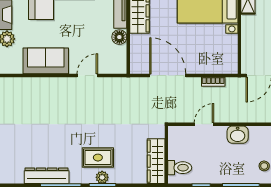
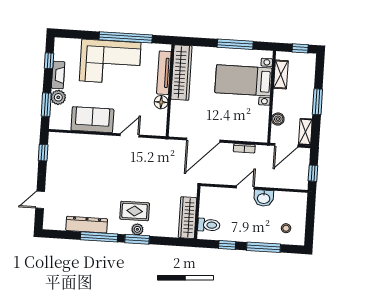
boiler: (248, 47) -> (278, 119), added
door: (168, 76) -> (203, 140), swing flipped
door: (204, 124) -> (245, 187), moved

